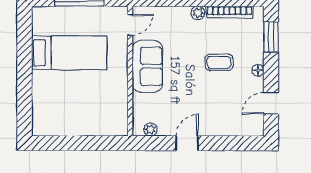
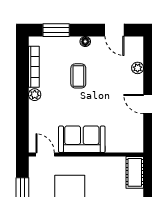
cot: (110, 126) -> (135, 172), added
plant: (151, 129) -> (138, 68), moved

